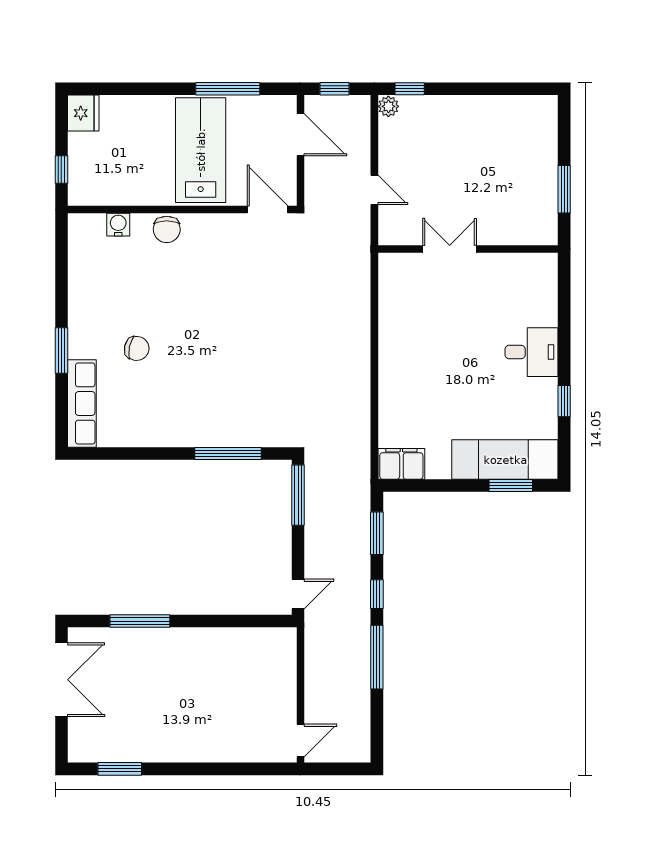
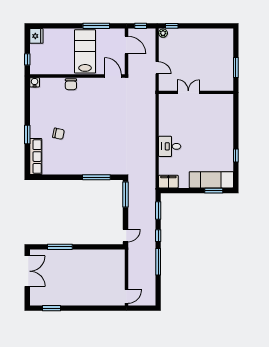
water cooler: (118, 225) -> (35, 82), moved
desk: (532, 352) -> (170, 146), moved, turned 180

